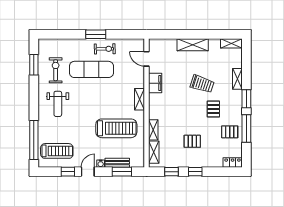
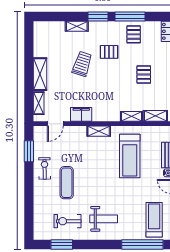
window: (96, 34) -> (29, 151), moved
shelving: (231, 43) -> (39, 103), moved
exercise mat: (91, 69) -> (67, 183), width x0.73, depth x0.69
treadmill: (116, 128) -> (130, 156), turned 180

